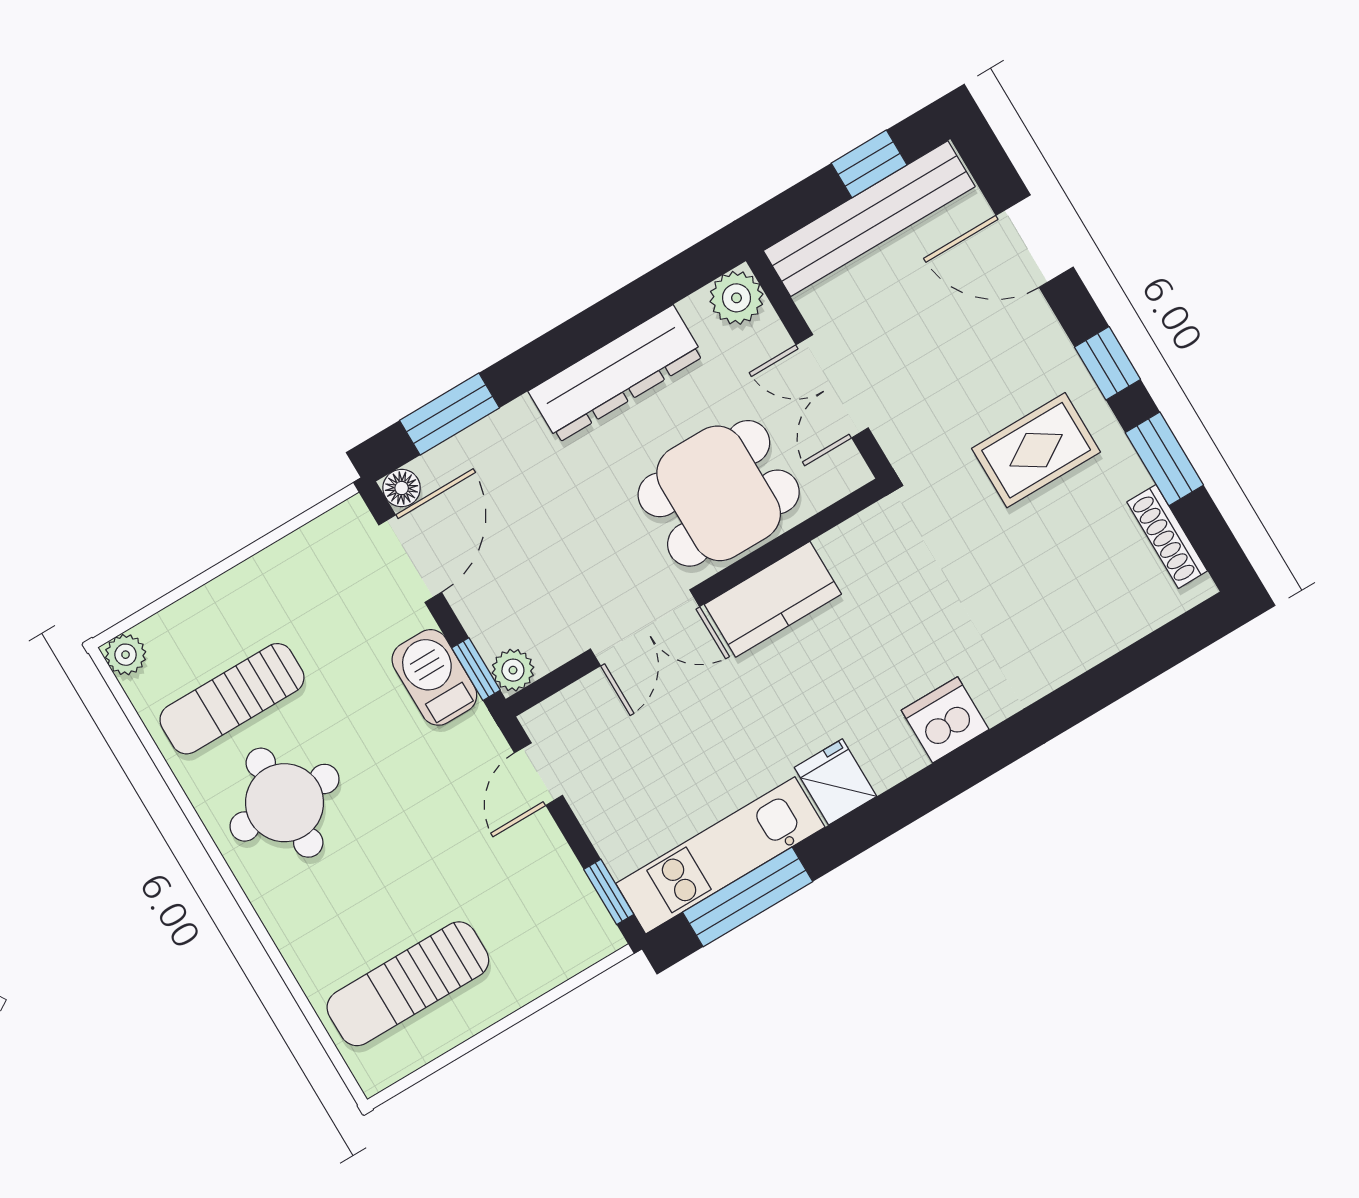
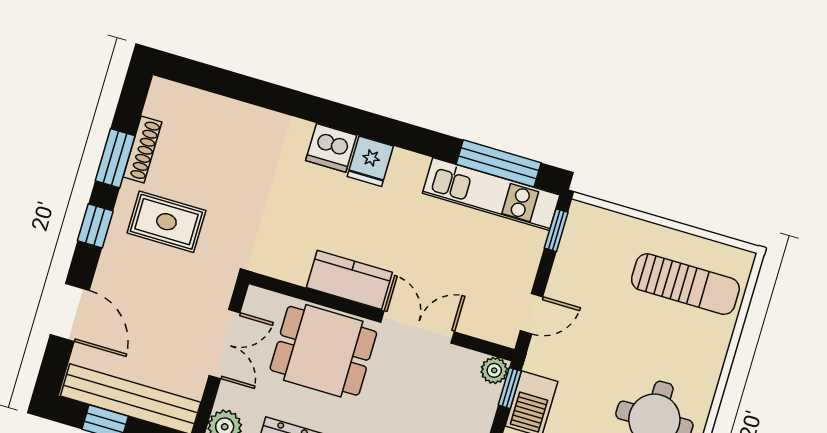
shoe rack: (1167, 536) -> (142, 149), moved
fridge: (836, 782) -> (370, 161), moved

